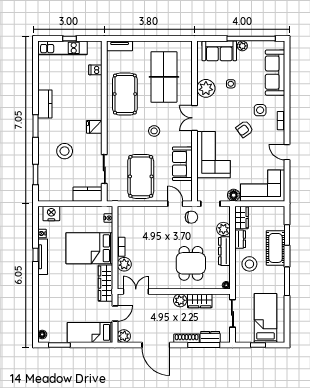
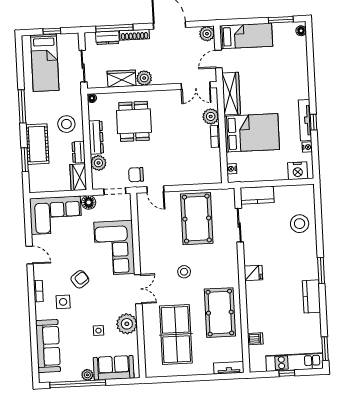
stool: (65, 151) -> (300, 224), moved
sofa: (182, 164) -> (150, 236), removed
window: (35, 174) -> (325, 349), moved

